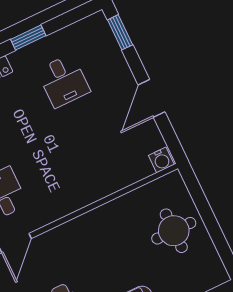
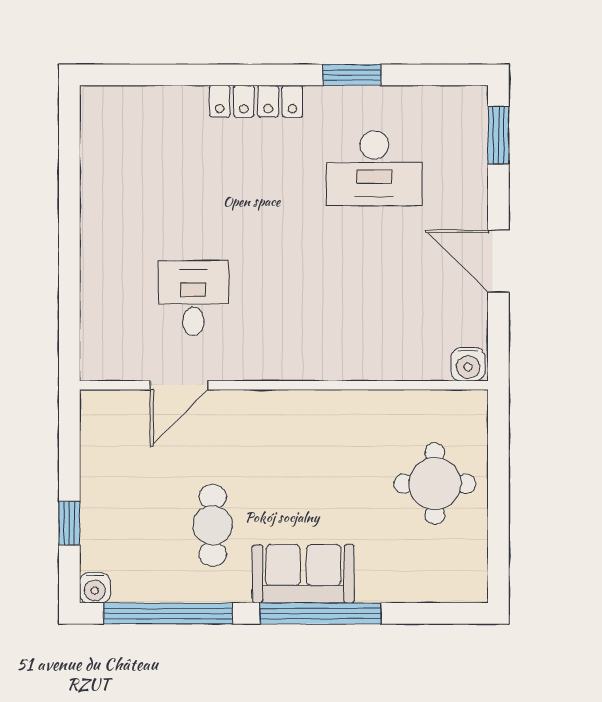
desk: (63, 81) -> (374, 168), width x1.37
door: (152, 98) -> (498, 261), hinge flipped

